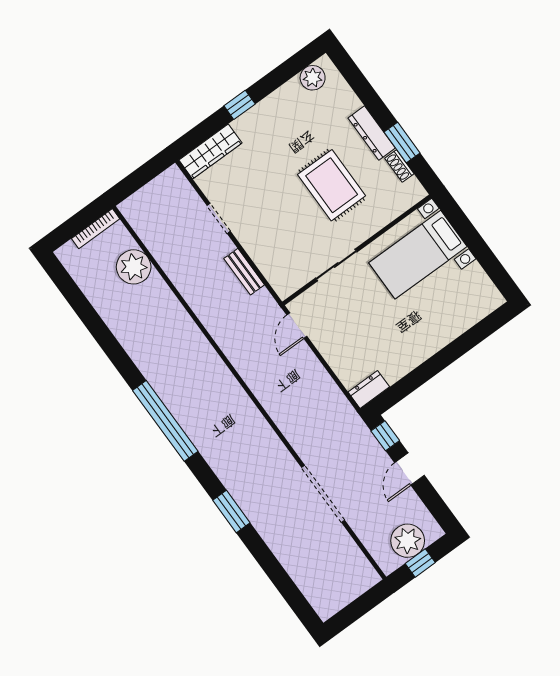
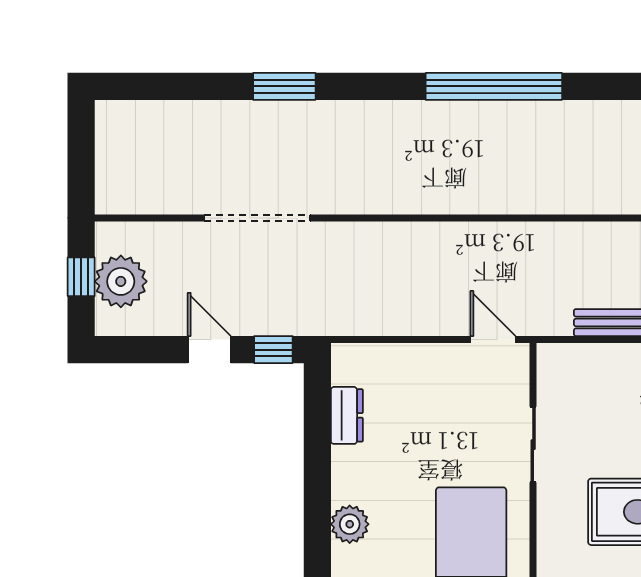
plant: (447, 330) -> (350, 524), added
dresser: (369, 389) -> (347, 415), moved
window: (231, 512) -> (284, 86), moved

